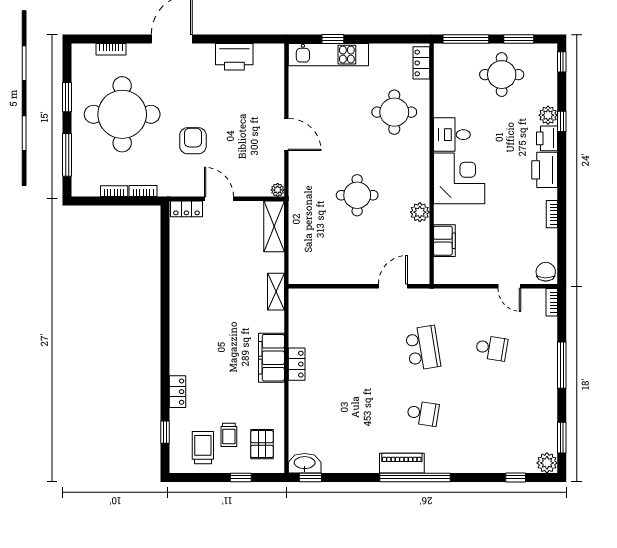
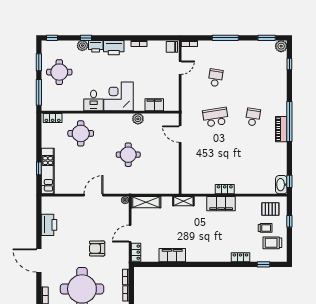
filing cabinet: (181, 272) -> (172, 255), added

